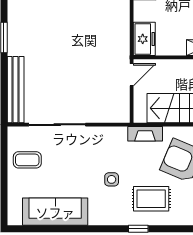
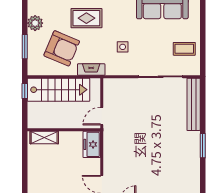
side table: (112, 179) -> (123, 47), moved

